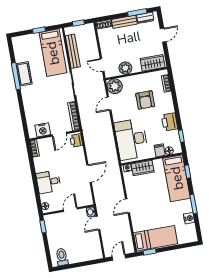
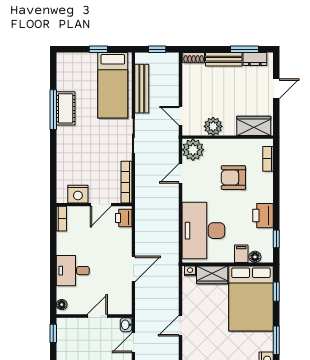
armchair: (145, 100) -> (233, 178), turned 90
bed: (177, 178) -> (251, 298), width x1.50

